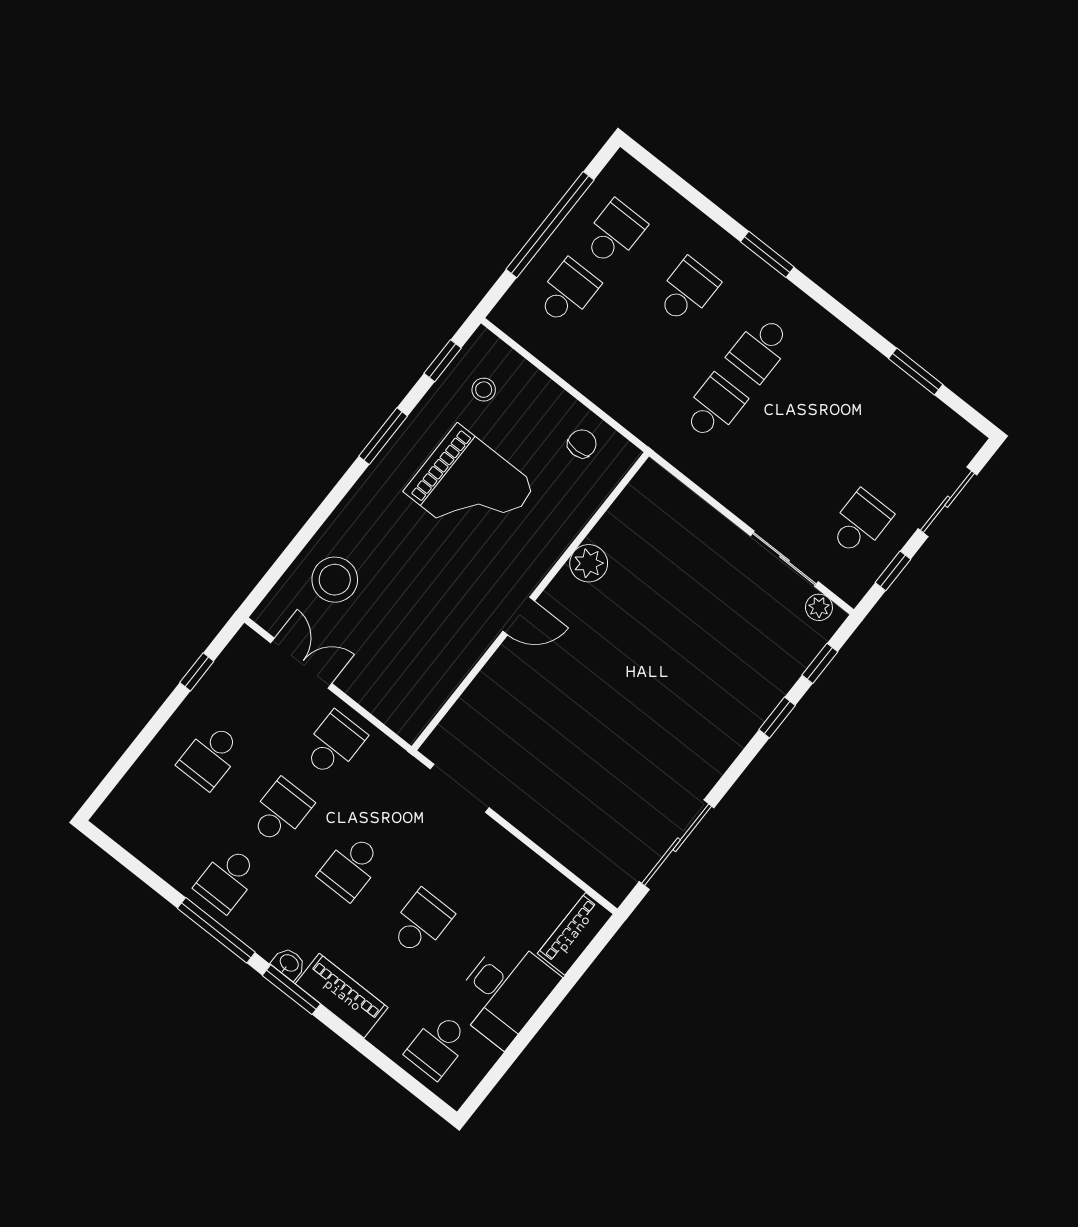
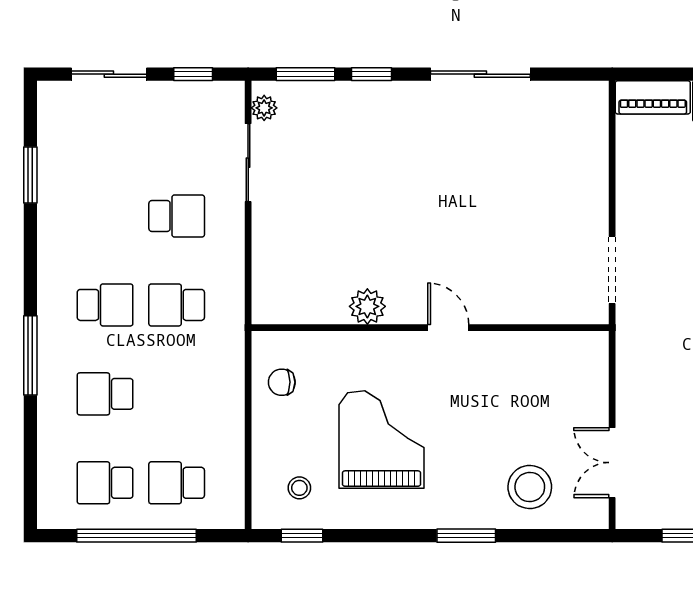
window: (767, 254) -> (30, 355), width x1.44
window: (383, 436) -> (466, 536), moved
school desk: (860, 523) -> (177, 216), moved, turned 180
window: (820, 663) -> (306, 74), width x1.50
school desk: (334, 744) -> (654, 390), removed
sliding door: (677, 845) -> (480, 74), moved

